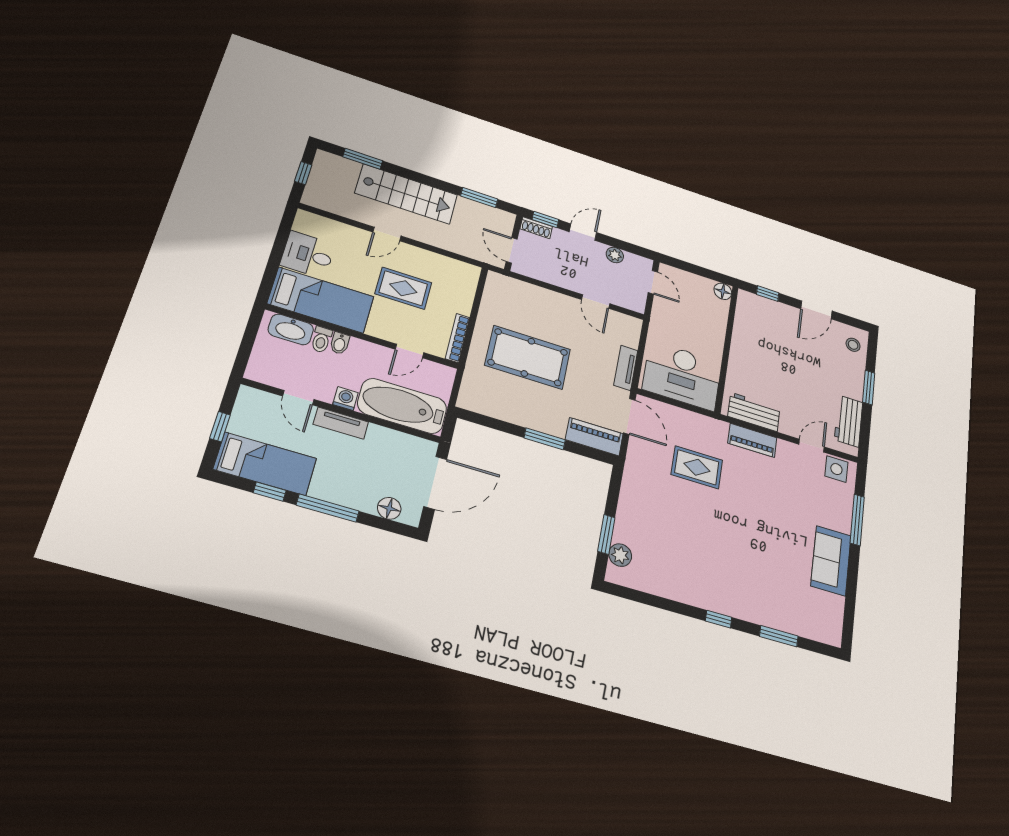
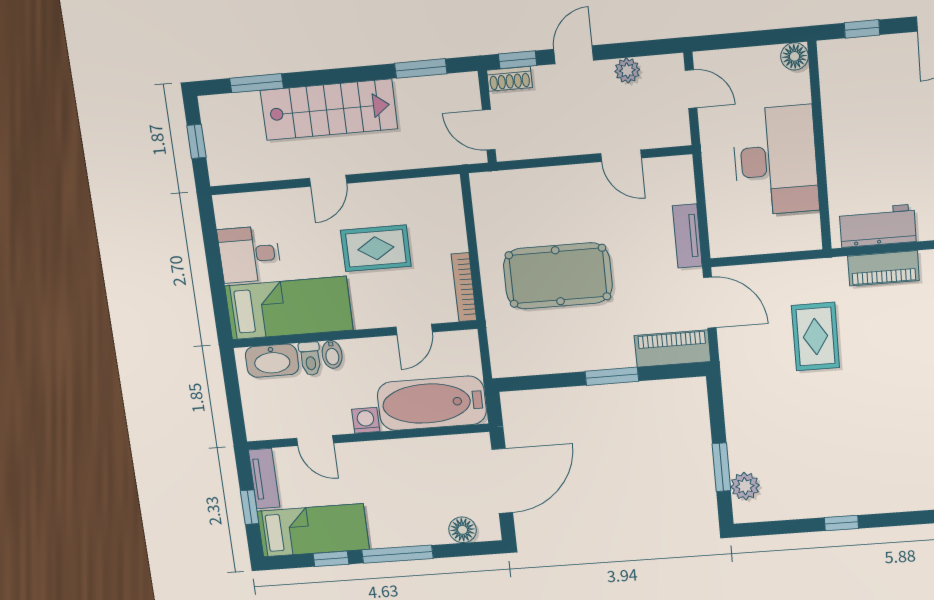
desk: (682, 376) -> (775, 161), moved, turned -90
tv unit: (341, 423) -> (264, 479), moved, turned -90
rug: (697, 467) -> (815, 337), turned 90
window: (719, 619) -> (841, 523), moved

